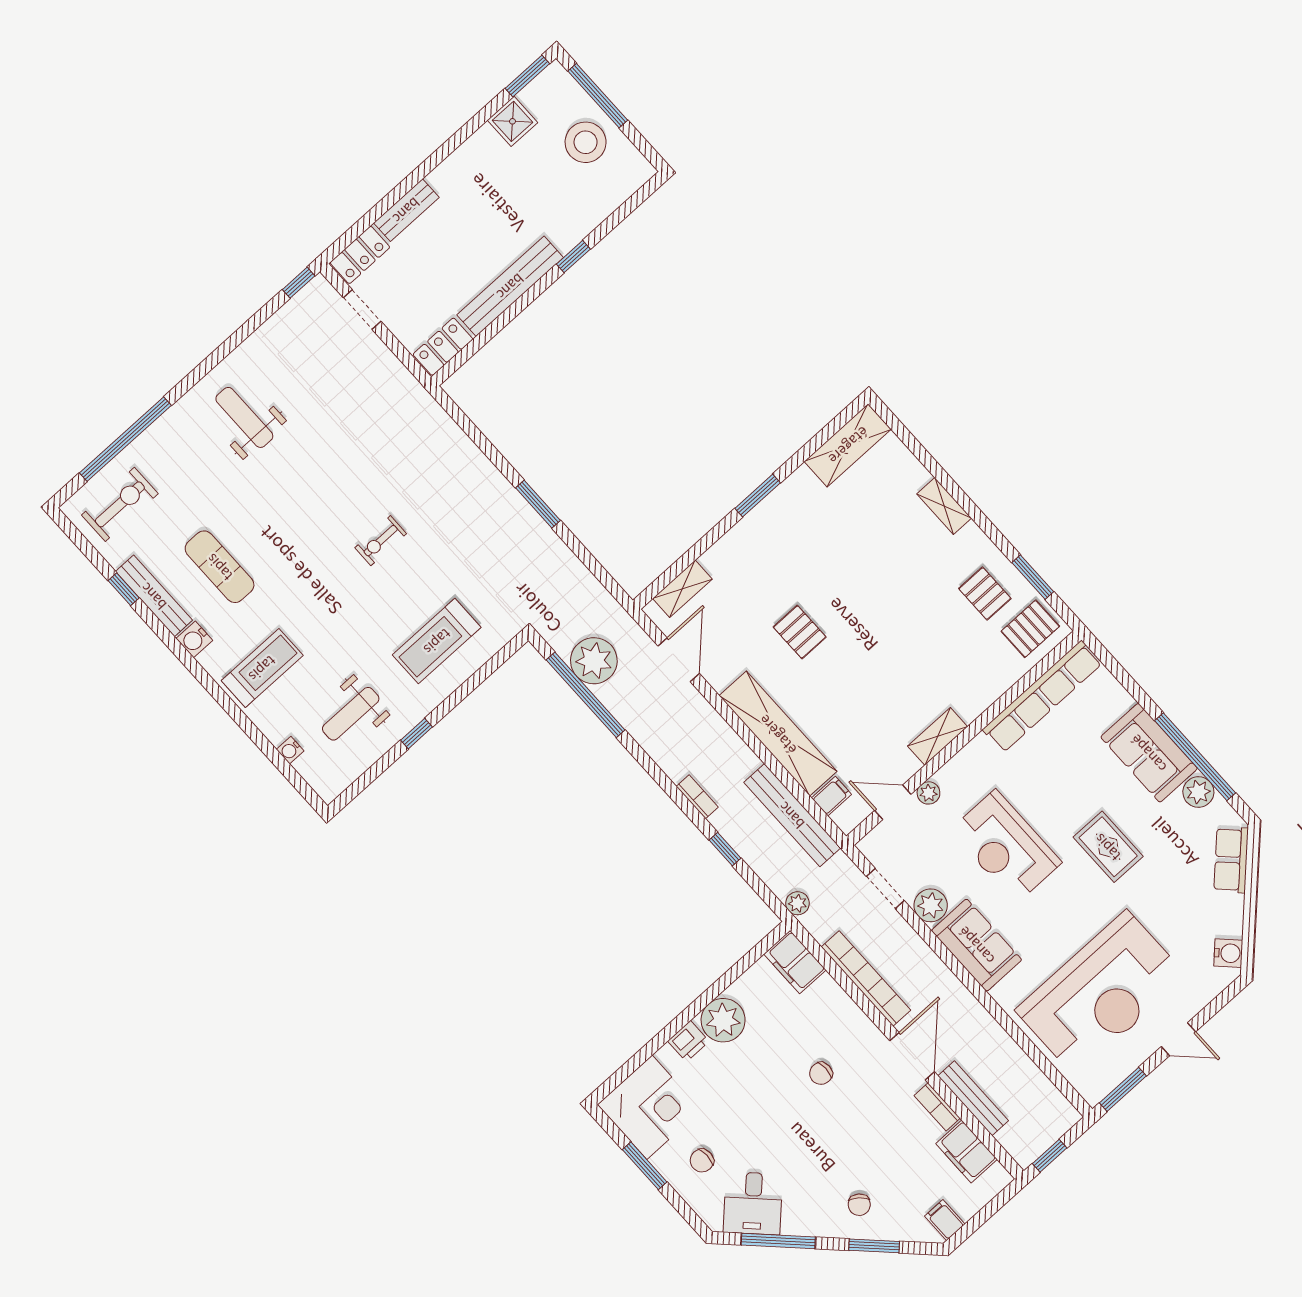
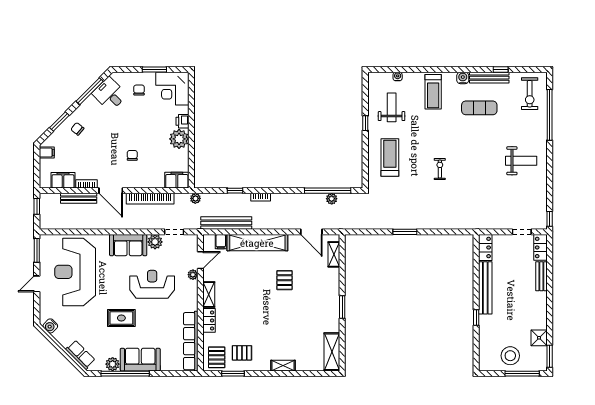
pallet: (800, 632) -> (284, 280), turned 90
plant: (594, 661) -> (332, 199), width x0.53, depth x0.53
locker: (980, 697) -> (209, 320), added

